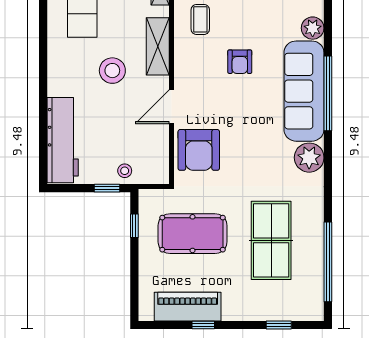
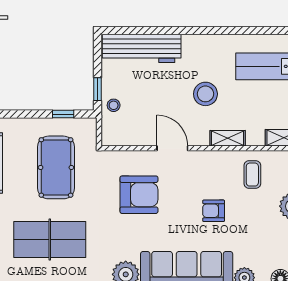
coffee table: (200, 19) -> (252, 175), turned 90
shelving: (158, 46) -> (228, 138), width x0.67, depth x0.75
armchair: (199, 150) -> (139, 195), moved, turned 180

